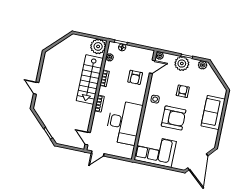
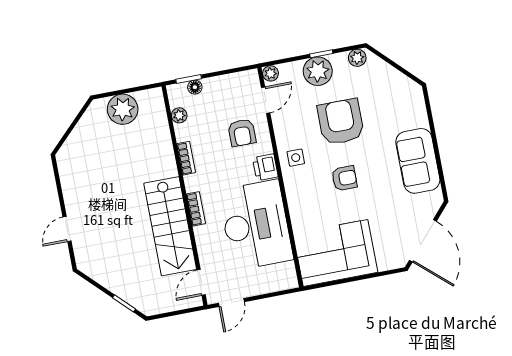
plant: (98, 46) -> (123, 109), moved
stairs: (90, 79) -> (170, 226), moved
door: (36, 88) -> (67, 229), hinge flipped
armchair: (183, 91) -> (341, 122), width x1.88, depth x1.88
printer: (139, 98) -> (265, 167), added
sofa: (213, 112) -> (418, 161), moved
armchair: (174, 118) -> (344, 178), width x0.53, depth x0.53
door: (88, 138) -> (201, 282), hinge flipped

